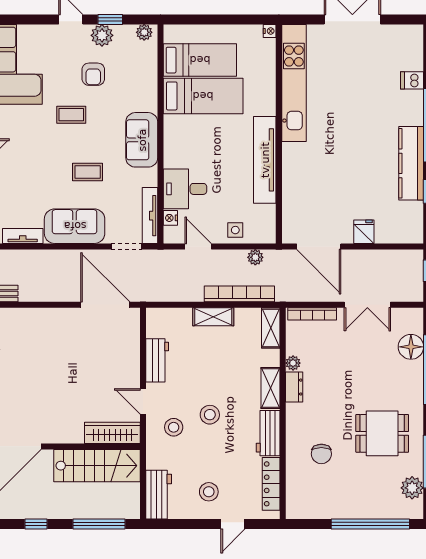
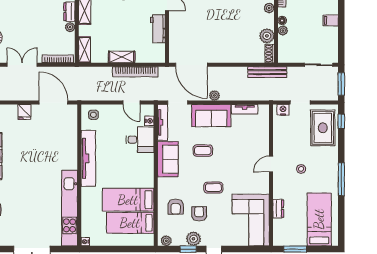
armchair: (130, 85) -> (176, 207), added
sofa: (142, 140) -> (168, 159), moved
side table: (235, 230) -> (93, 115), moved
plant: (255, 257) -> (214, 95), moved
bookcase: (239, 294) -> (135, 72), moved

